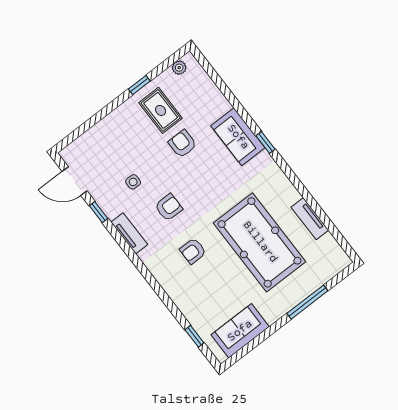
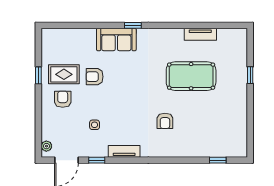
plant: (179, 68) -> (46, 146), moved
armchair: (169, 207) -> (63, 99), moved
pool table: (260, 242) -> (191, 76), width x0.73, depth x0.76
window: (307, 302) -> (250, 75), width x0.46
sofa: (240, 331) -> (236, 130), removed

